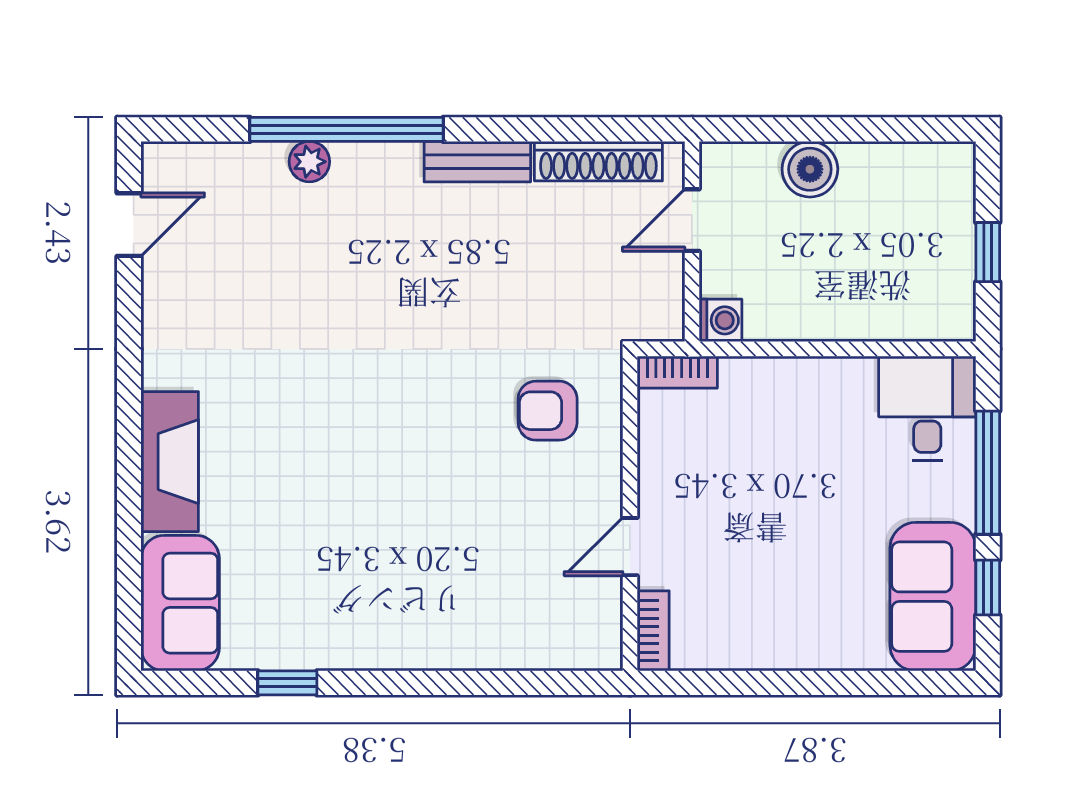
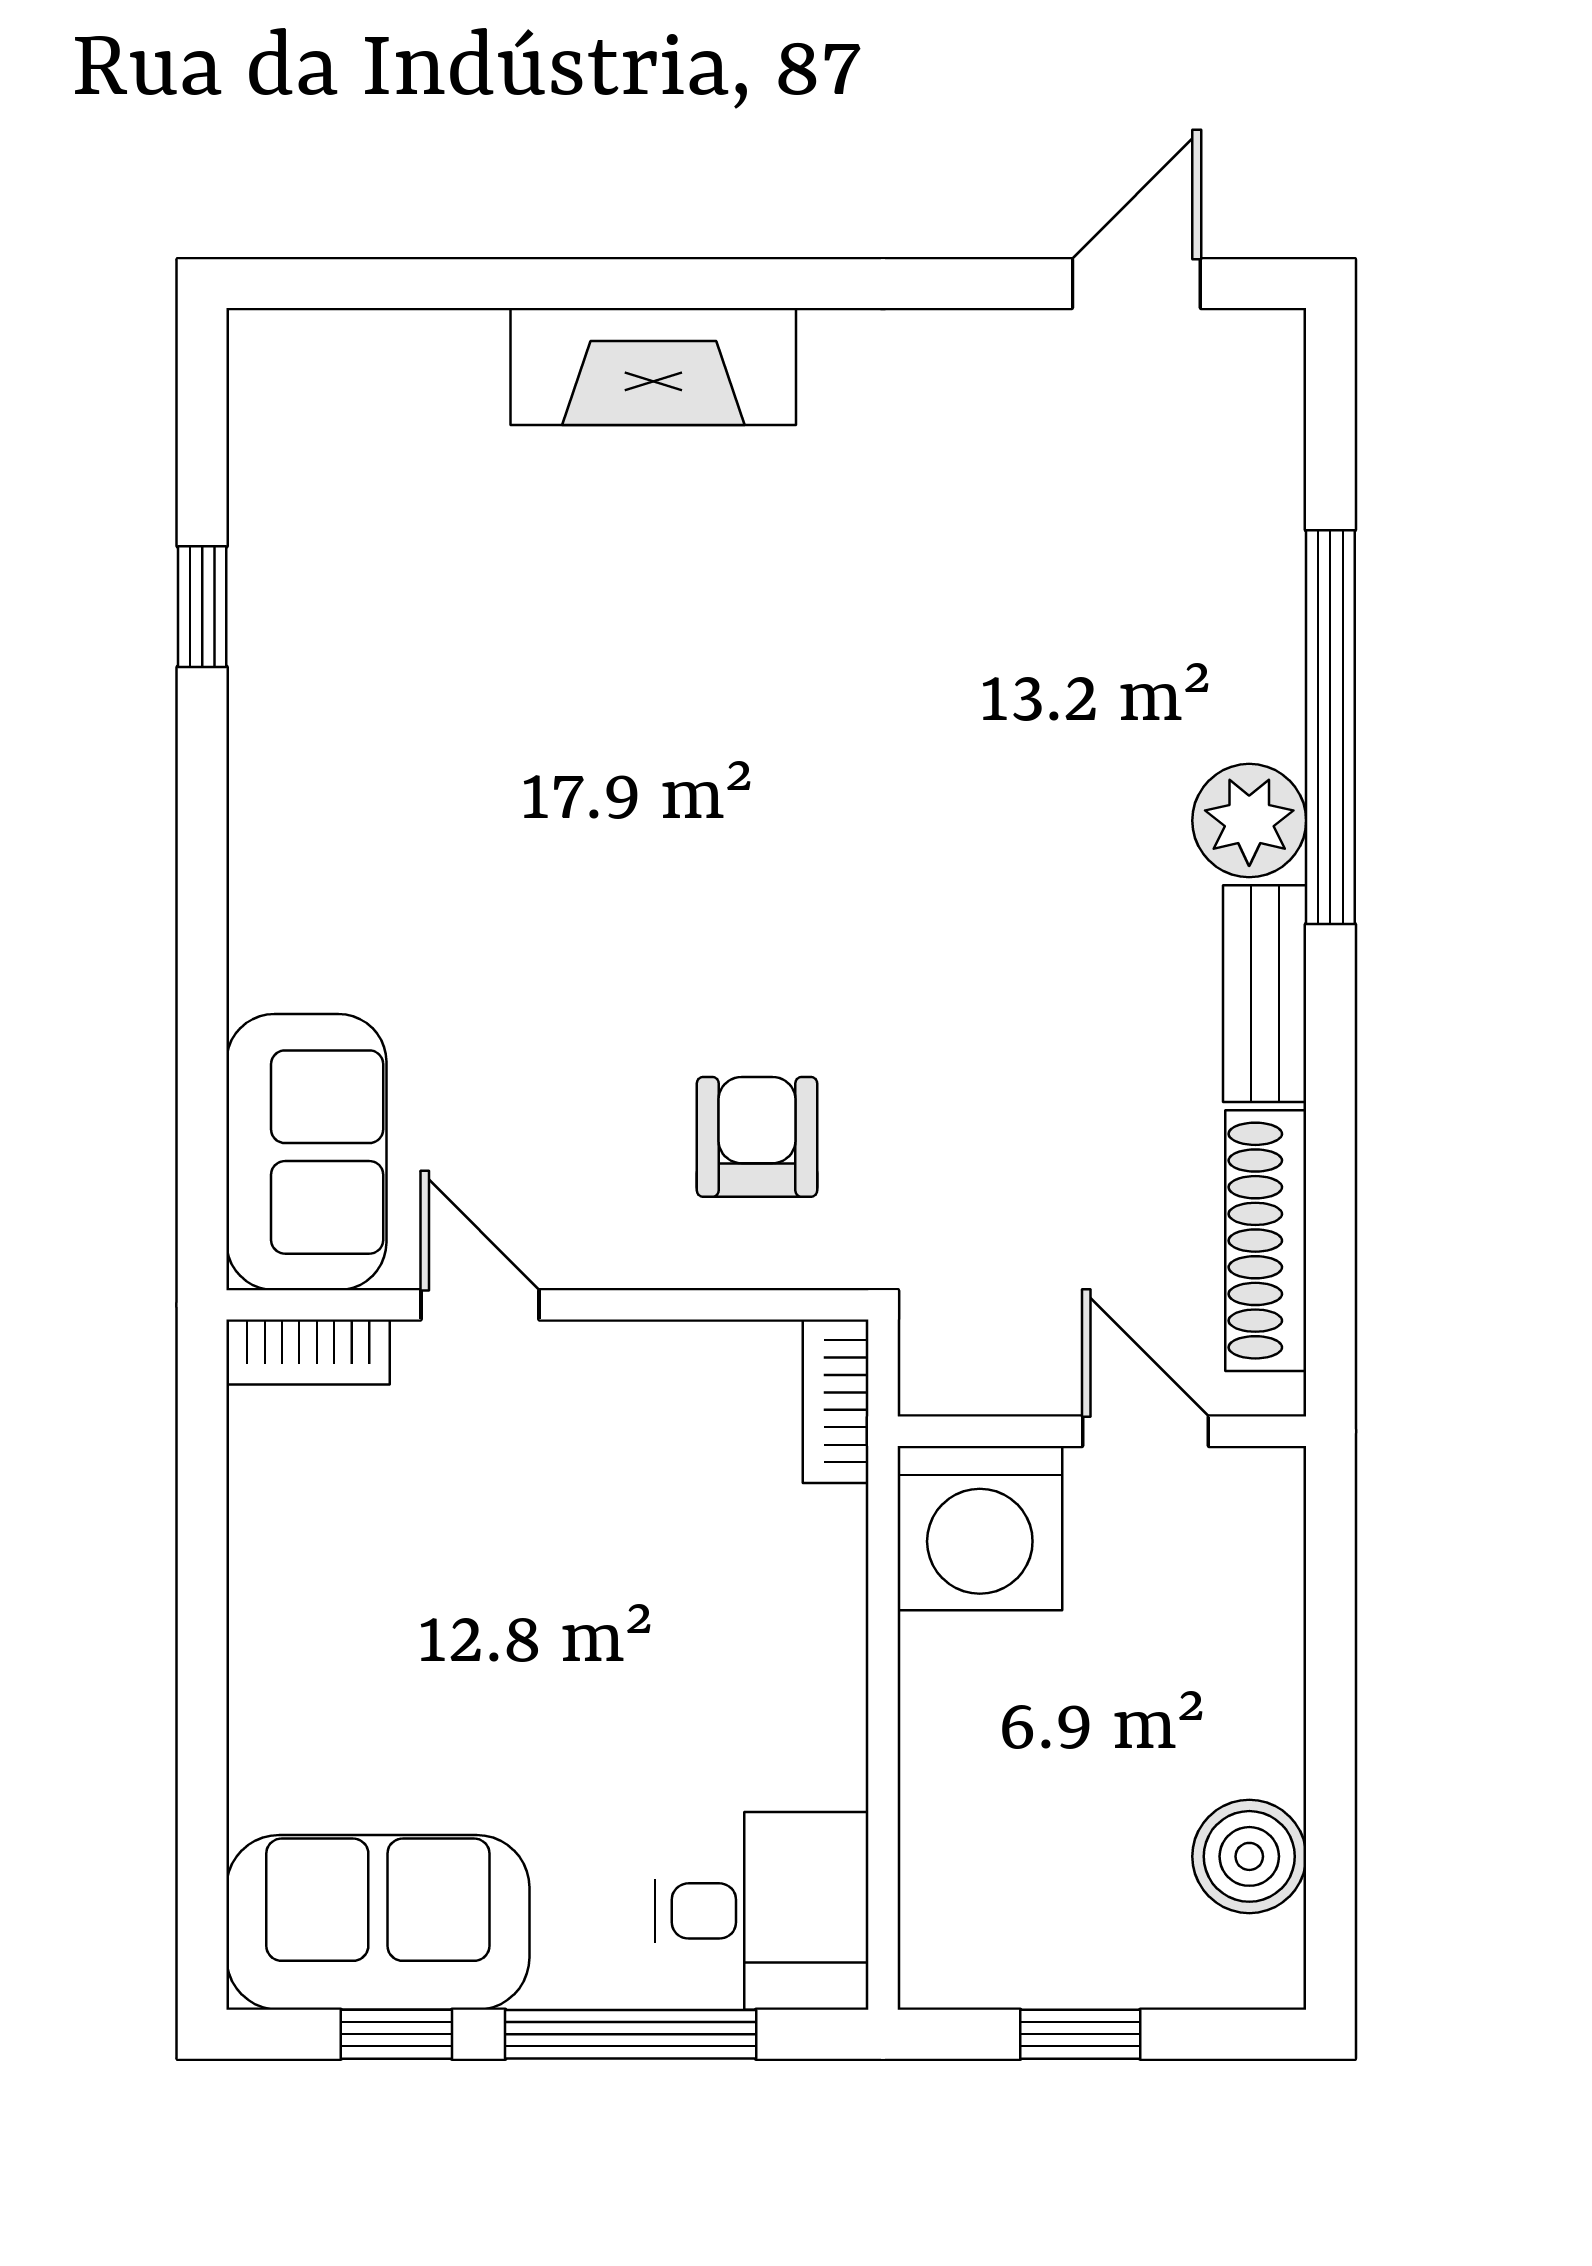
plant: (309, 162) -> (1249, 821), moved, width x1.38, depth x1.38
boiler: (810, 169) -> (1249, 1856), moved
door: (129, 225) -> (1136, 284), swing flipped
washing machine: (720, 320) -> (980, 1528), width x1.89, depth x1.89
sofa: (180, 603) -> (306, 1152), moved, turned -90

